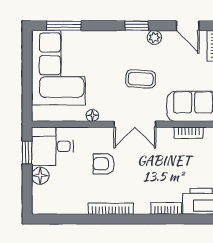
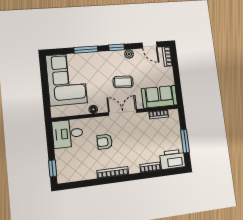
window: (64, 26) -> (86, 50), moved
double door: (135, 124) -> (123, 112), swing flipped
window: (27, 153) -> (53, 168), moved
floor lamp: (40, 176) -> (61, 155), removed

